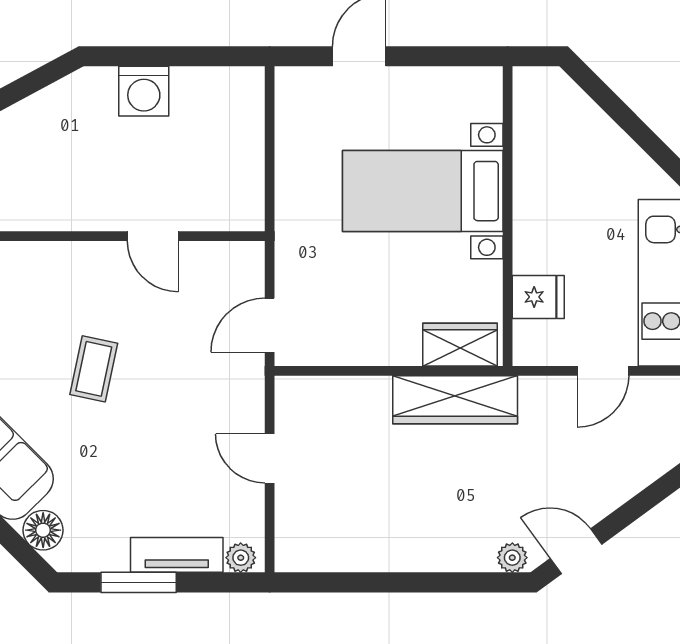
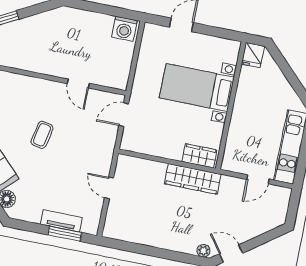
washing machine: (144, 91) -> (124, 29), moved
fridge: (538, 297) -> (253, 55), moved, turned 90
door: (270, 325) -> (124, 115), moved
plant: (241, 558) -> (88, 228), removed
window: (139, 582) -> (65, 234), moved

